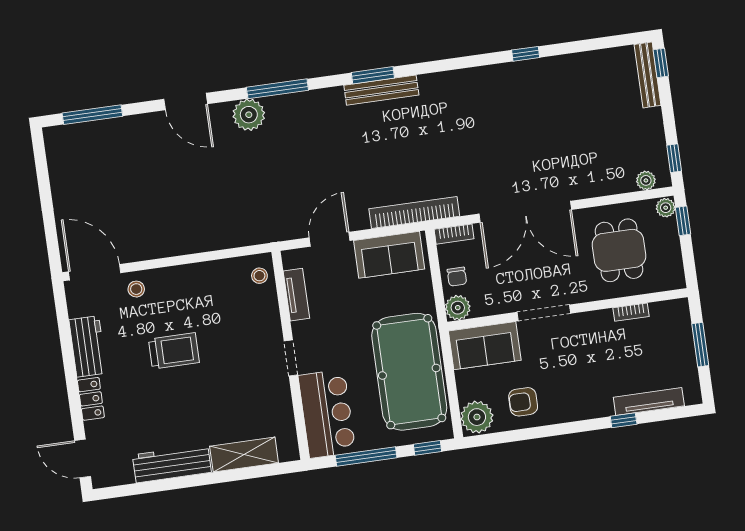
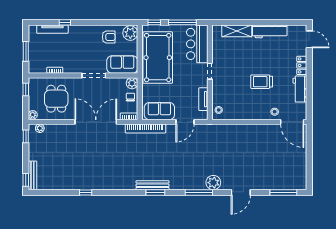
door: (186, 102) -> (241, 192), swing flipped
window: (683, 221) -> (26, 90), moved

